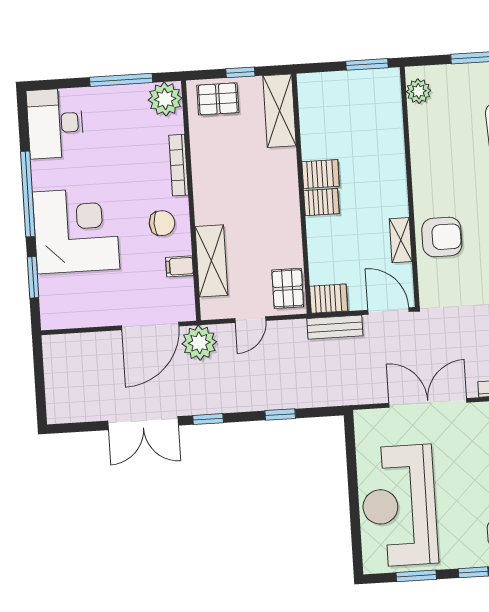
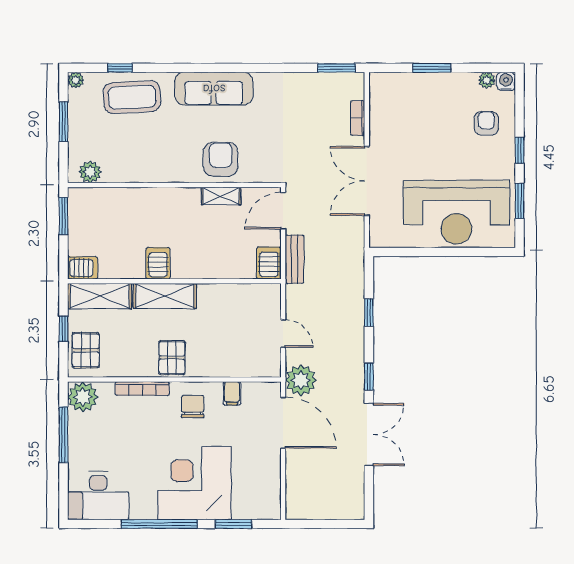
server rack: (321, 202) -> (83, 268), moved, turned 90
shelving: (211, 261) -> (165, 296), moved
pallet: (288, 288) -> (172, 358), moved, turned 90

